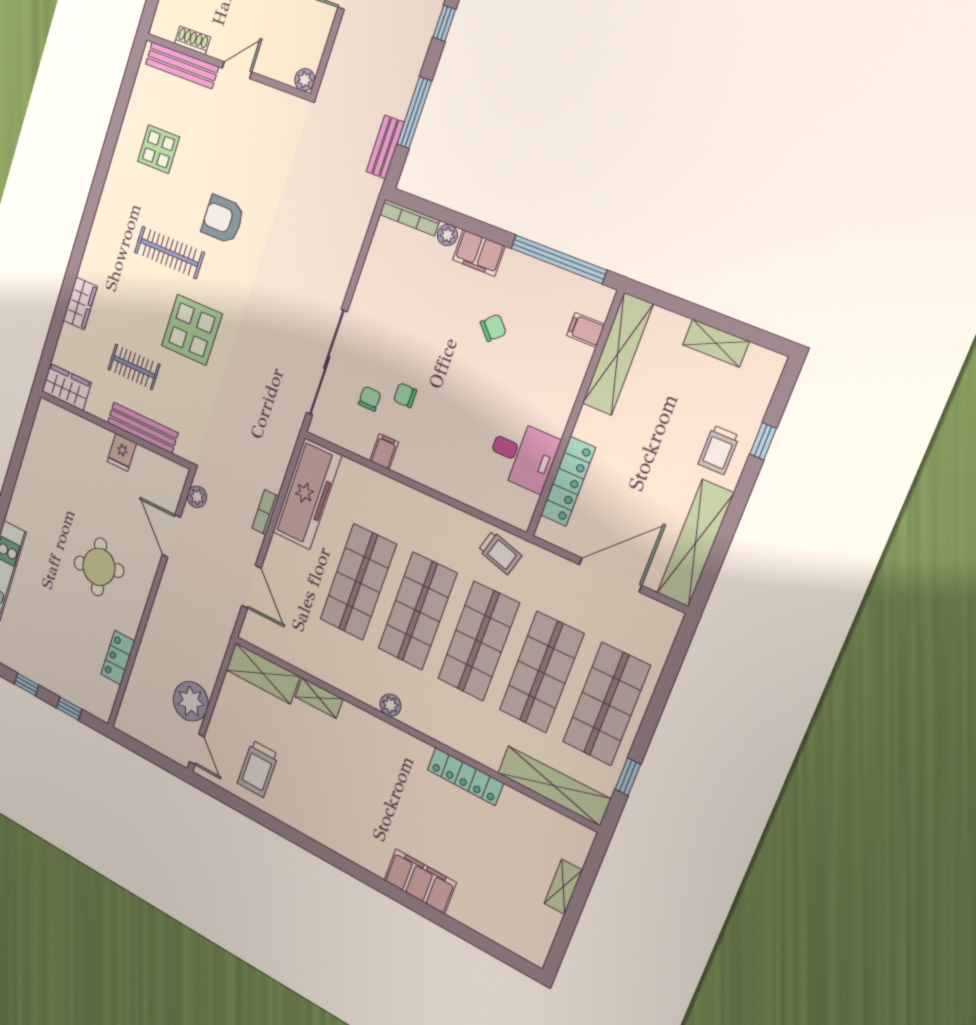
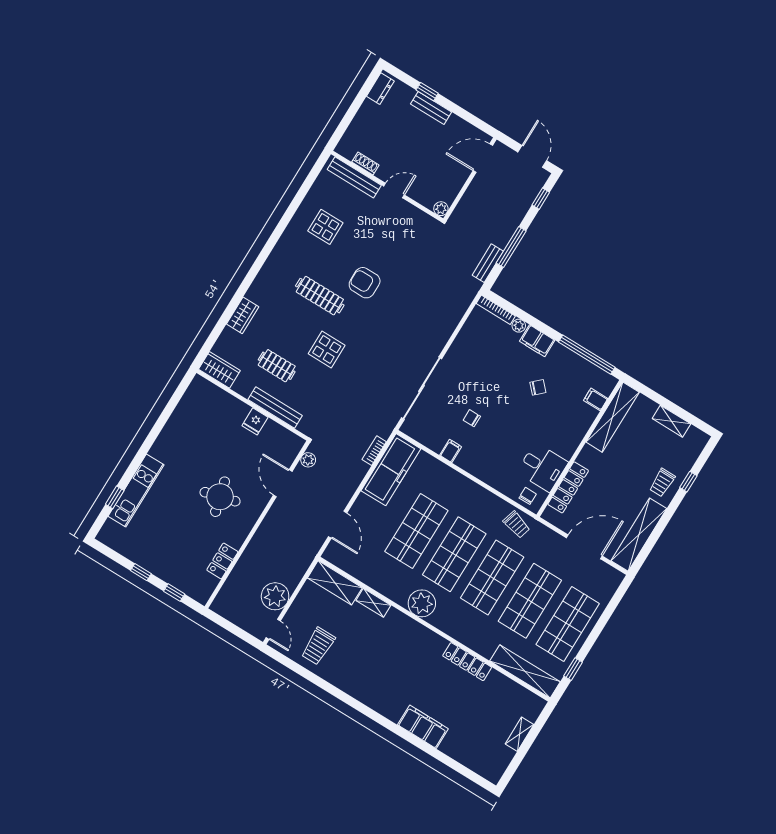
display table: (192, 330) -> (327, 349), width x0.73, depth x0.73
chair: (370, 399) -> (528, 496), moved
bookcase: (265, 512) -> (374, 451), moved
plant: (390, 705) -> (422, 603), width x1.88, depth x1.88

